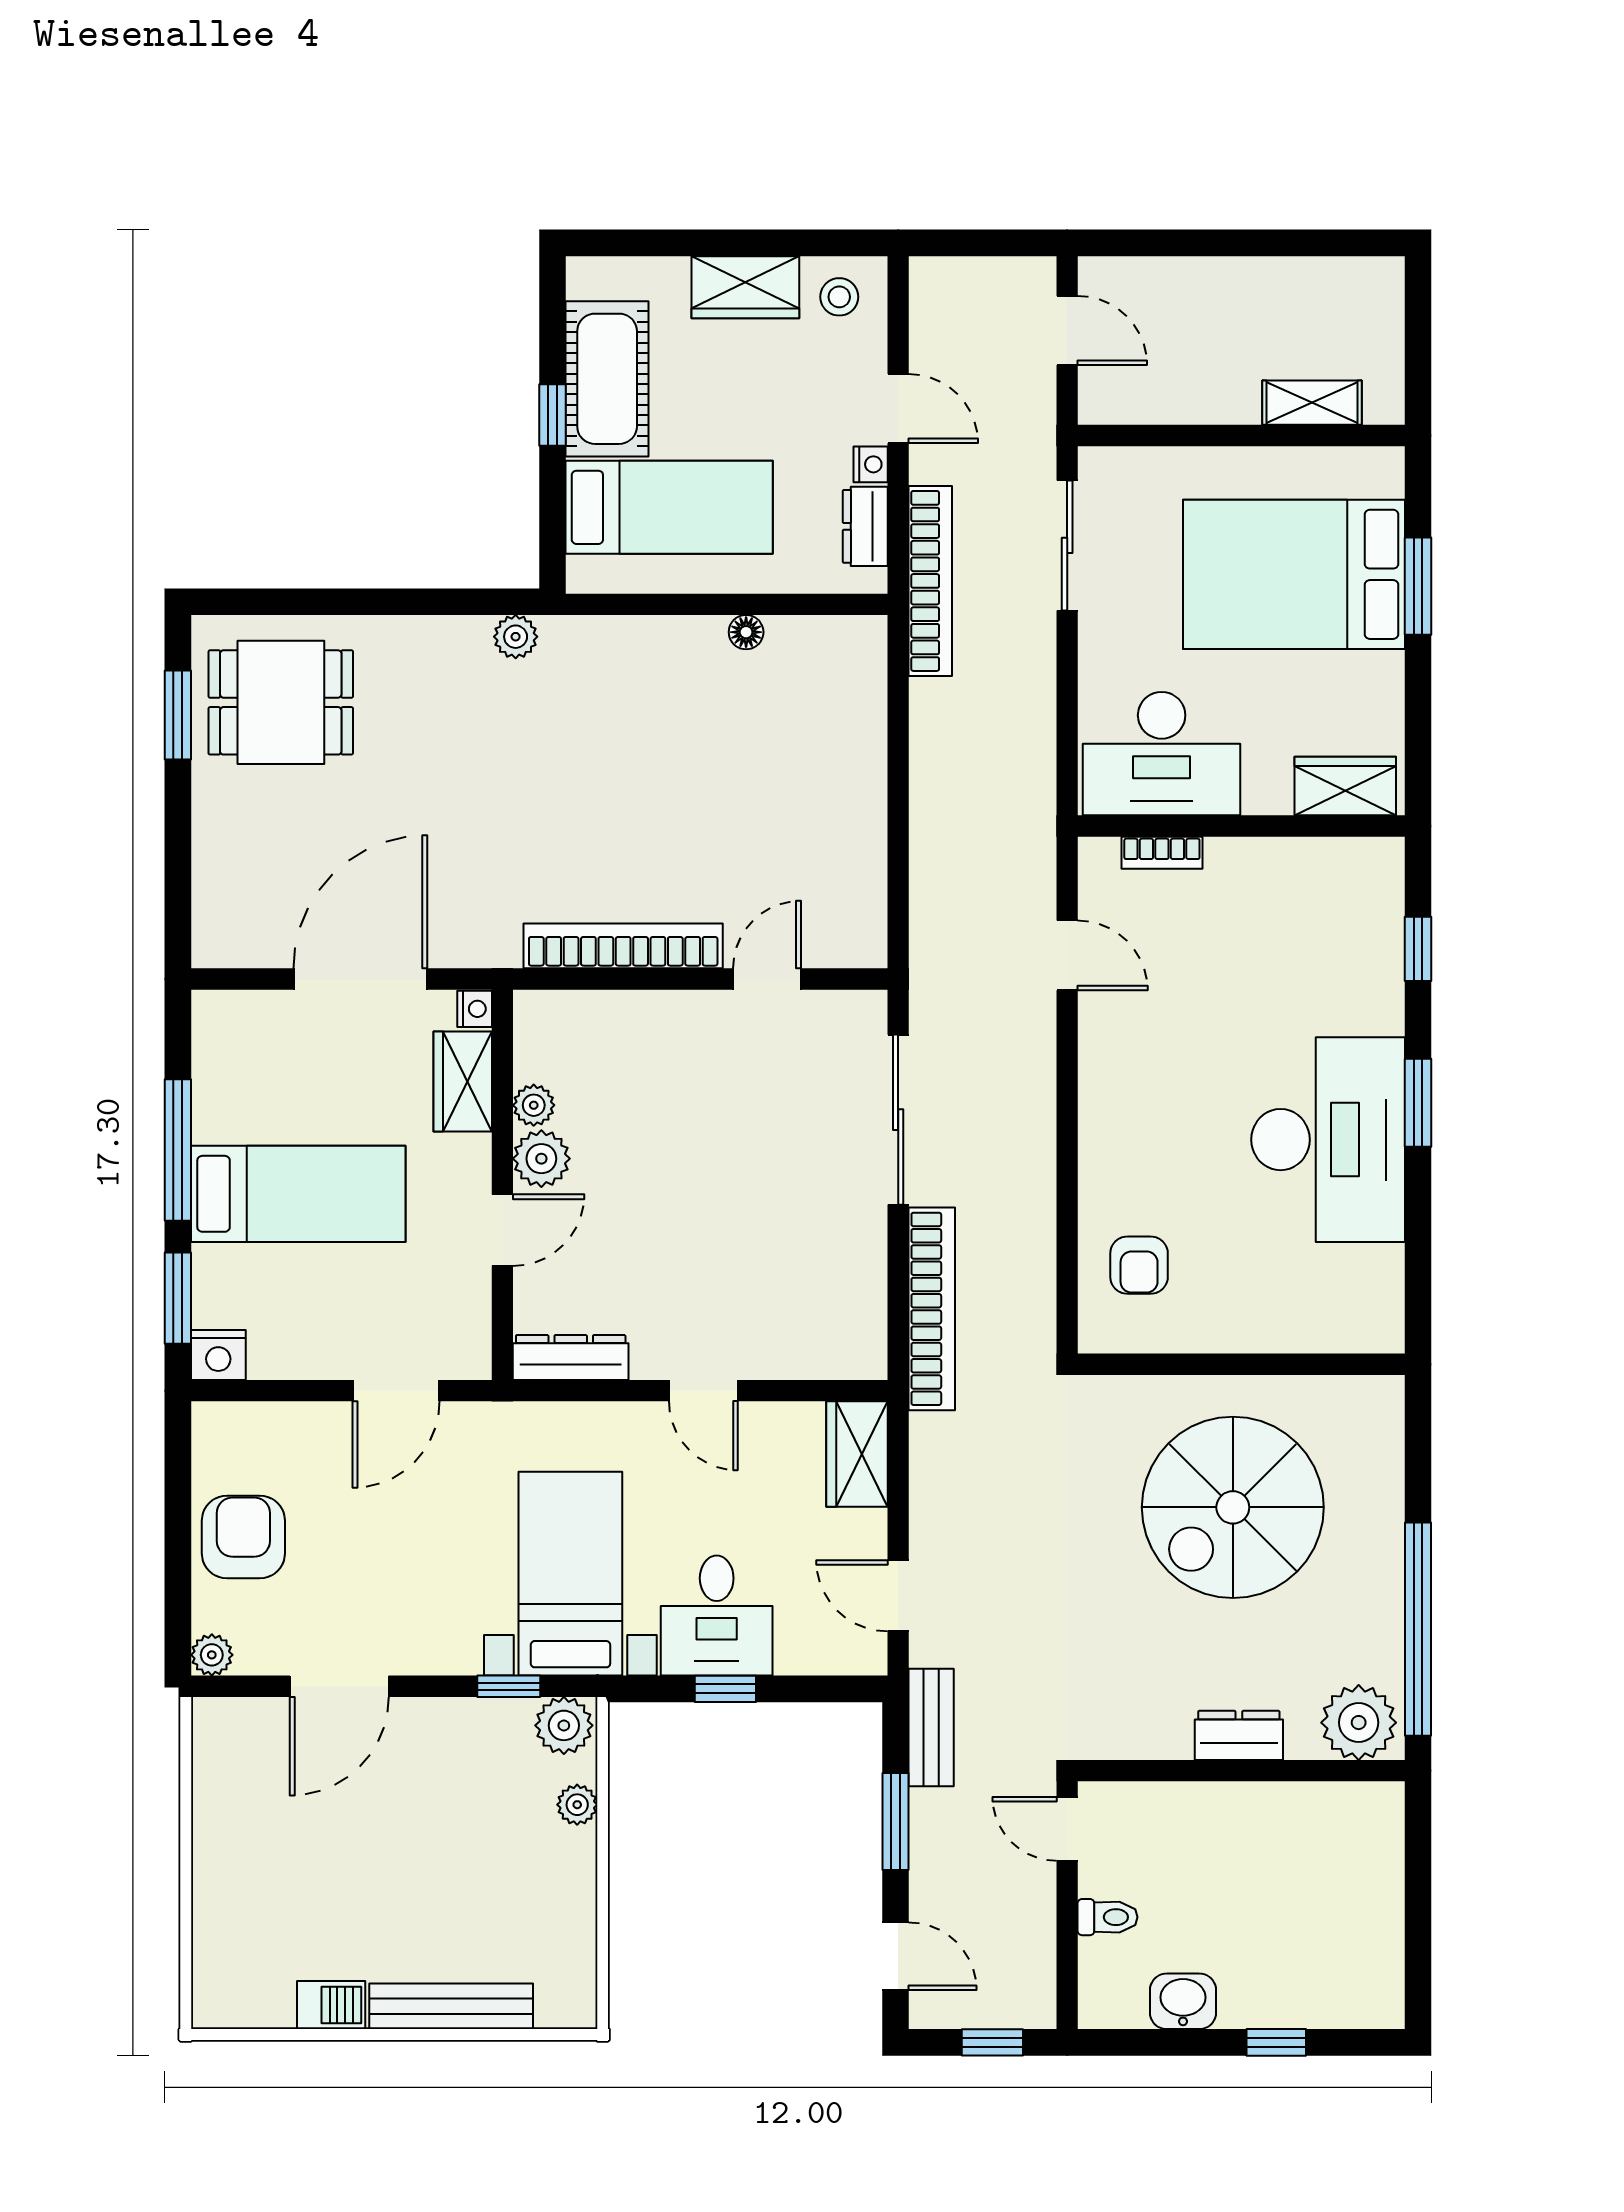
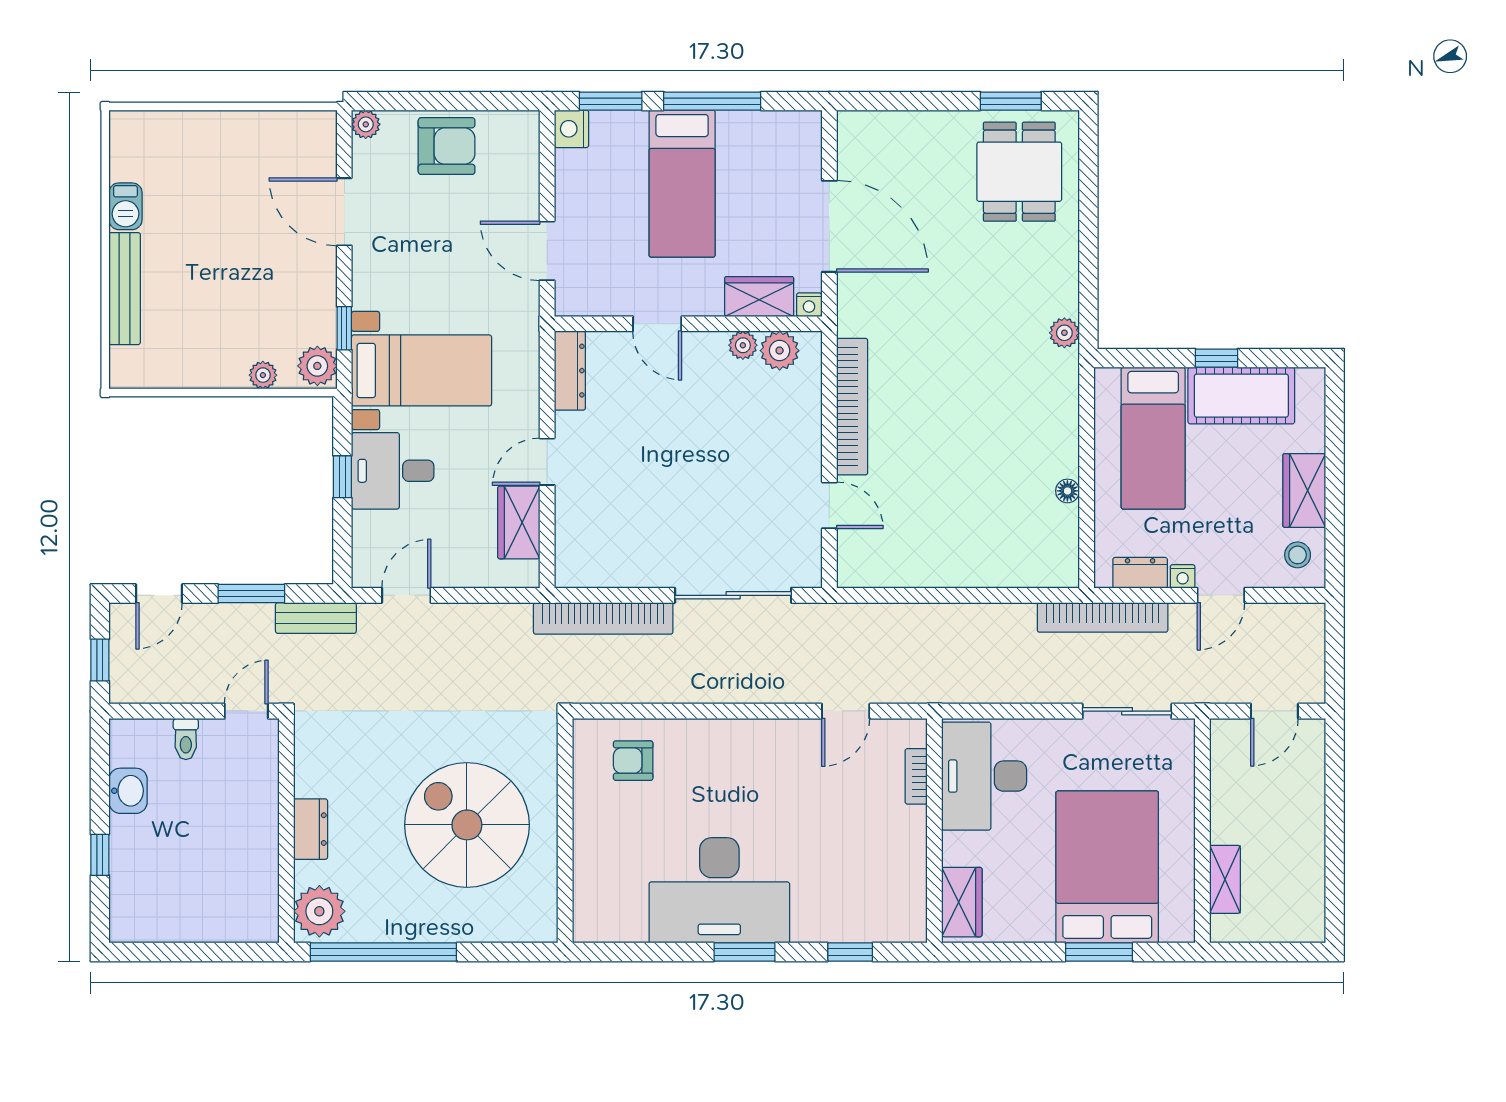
plant: (541, 1159) -> (780, 351), moved
wardrobe: (857, 1454) -> (519, 522), moved, turned -90

